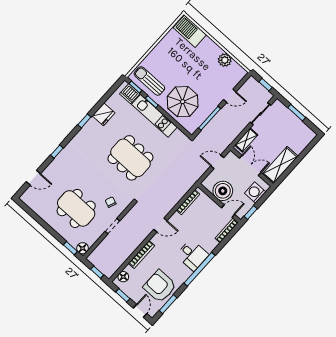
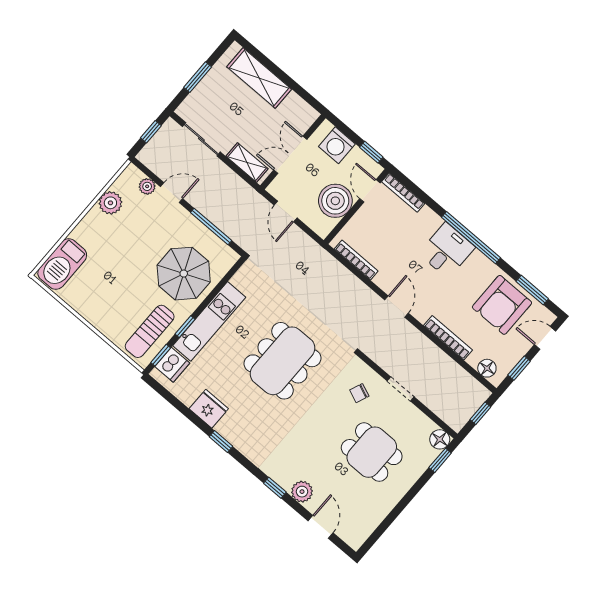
plant: (234, 82) -> (147, 186), added
door: (230, 96) -> (172, 193), hinge flipped
shelving: (280, 165) -> (259, 78), moved
plant: (54, 167) -> (302, 492), added
dining table: (76, 208) -> (372, 452), width x0.73

